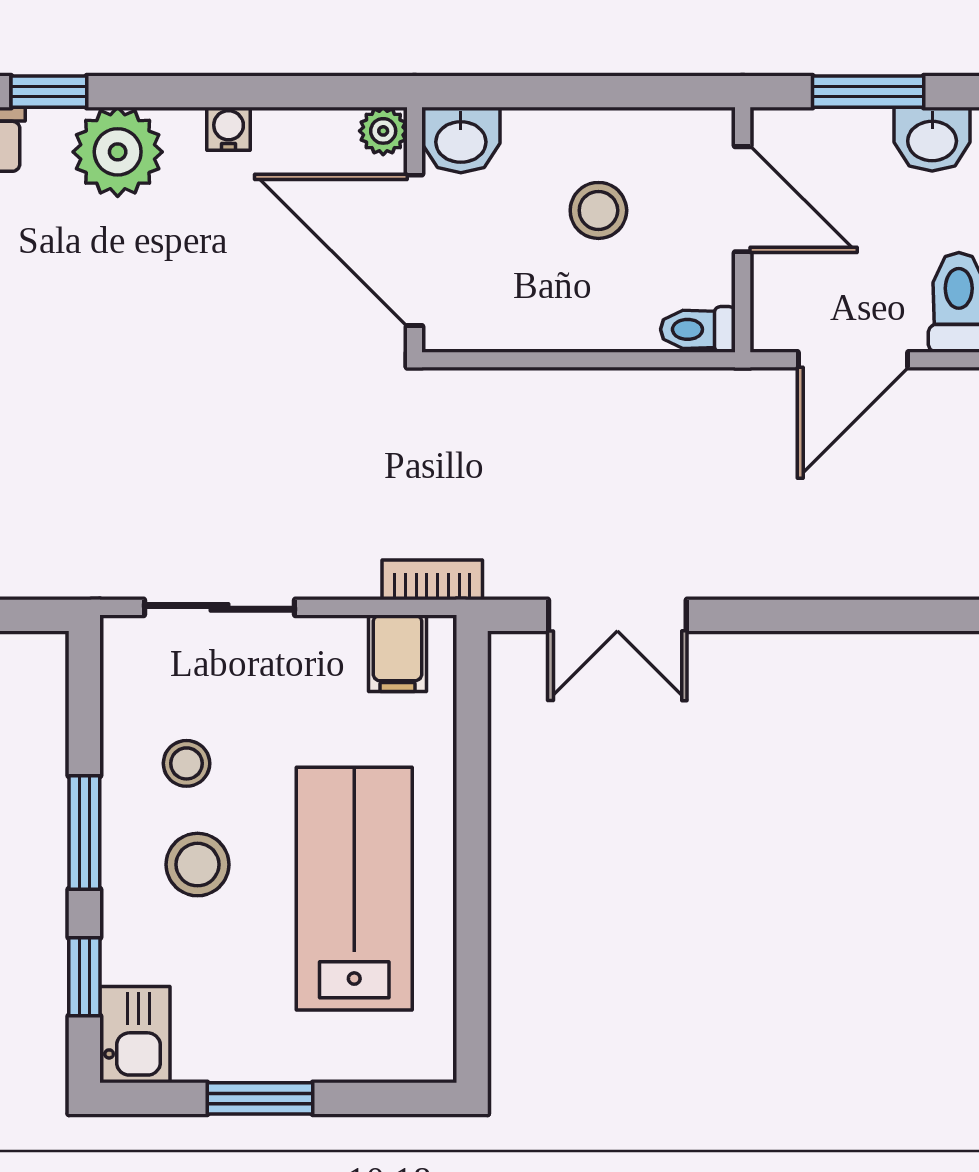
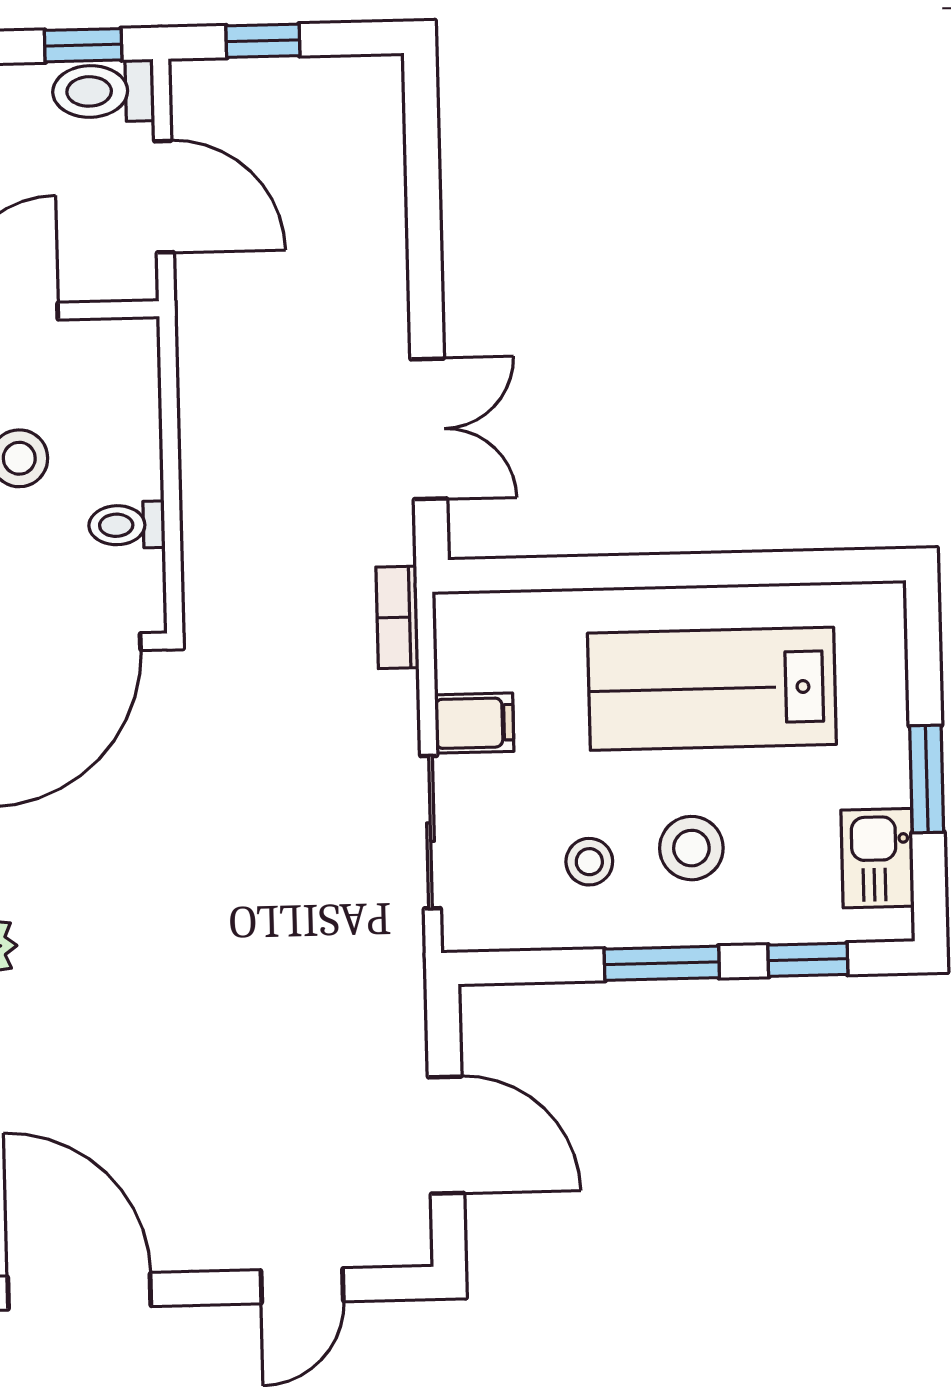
toilet: (698, 329) -> (127, 525), moved, turned 90
filing cabinet: (397, 653) -> (474, 723), moved
kitchen sink: (135, 1035) -> (877, 858), moved, turned -90

